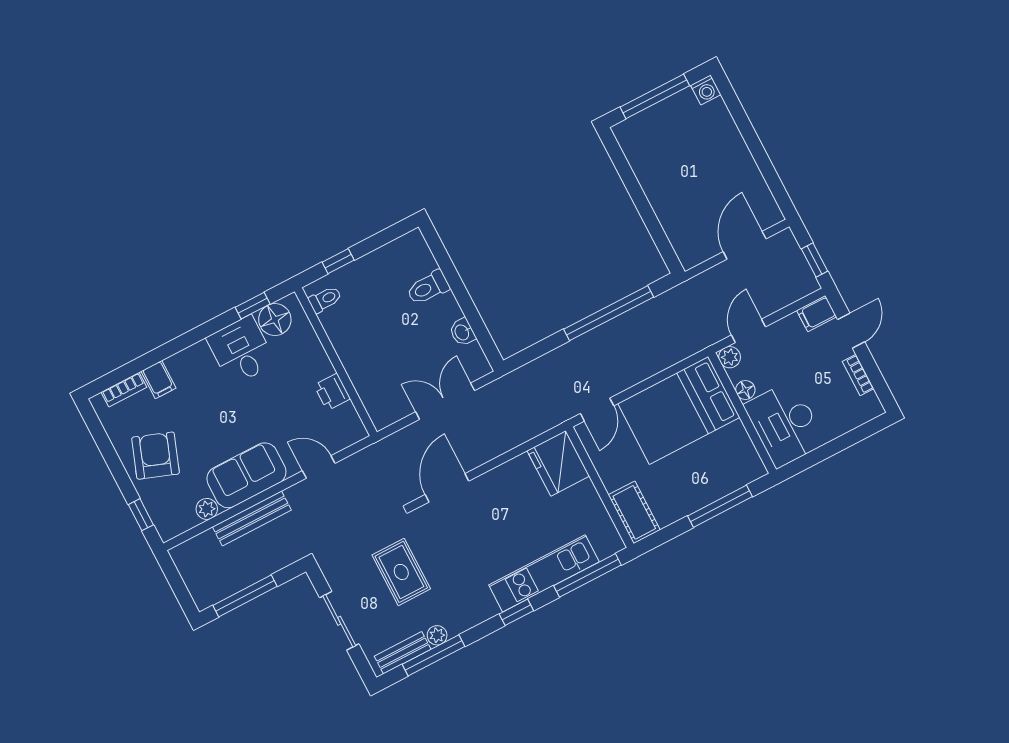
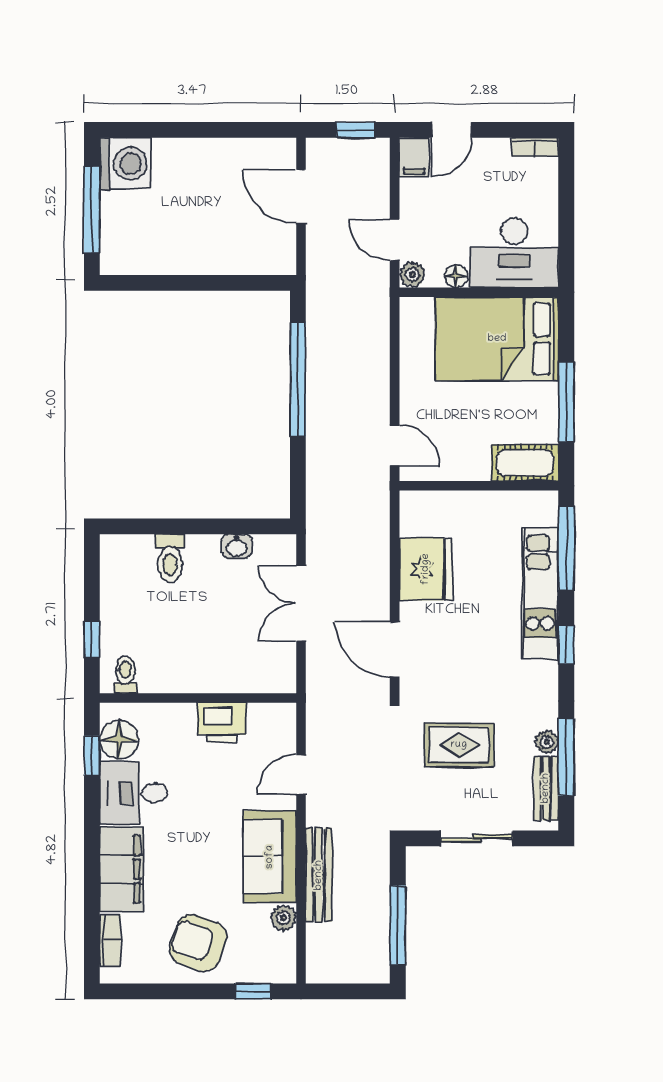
washing machine: (706, 90) -> (125, 163), width x1.89, depth x1.89
door: (851, 331) -> (452, 130), swing flipped
bookcase: (858, 375) -> (535, 147), moved
filing cabinet: (158, 380) -> (122, 869), width x3.00, depth x1.17
printer: (332, 392) -> (222, 723), width x1.36, depth x1.24
bed: (679, 410) -> (497, 339), moved, turned 90
fridge: (558, 463) -> (426, 569), moved, turned -90
window: (720, 506) -> (566, 402), moved

